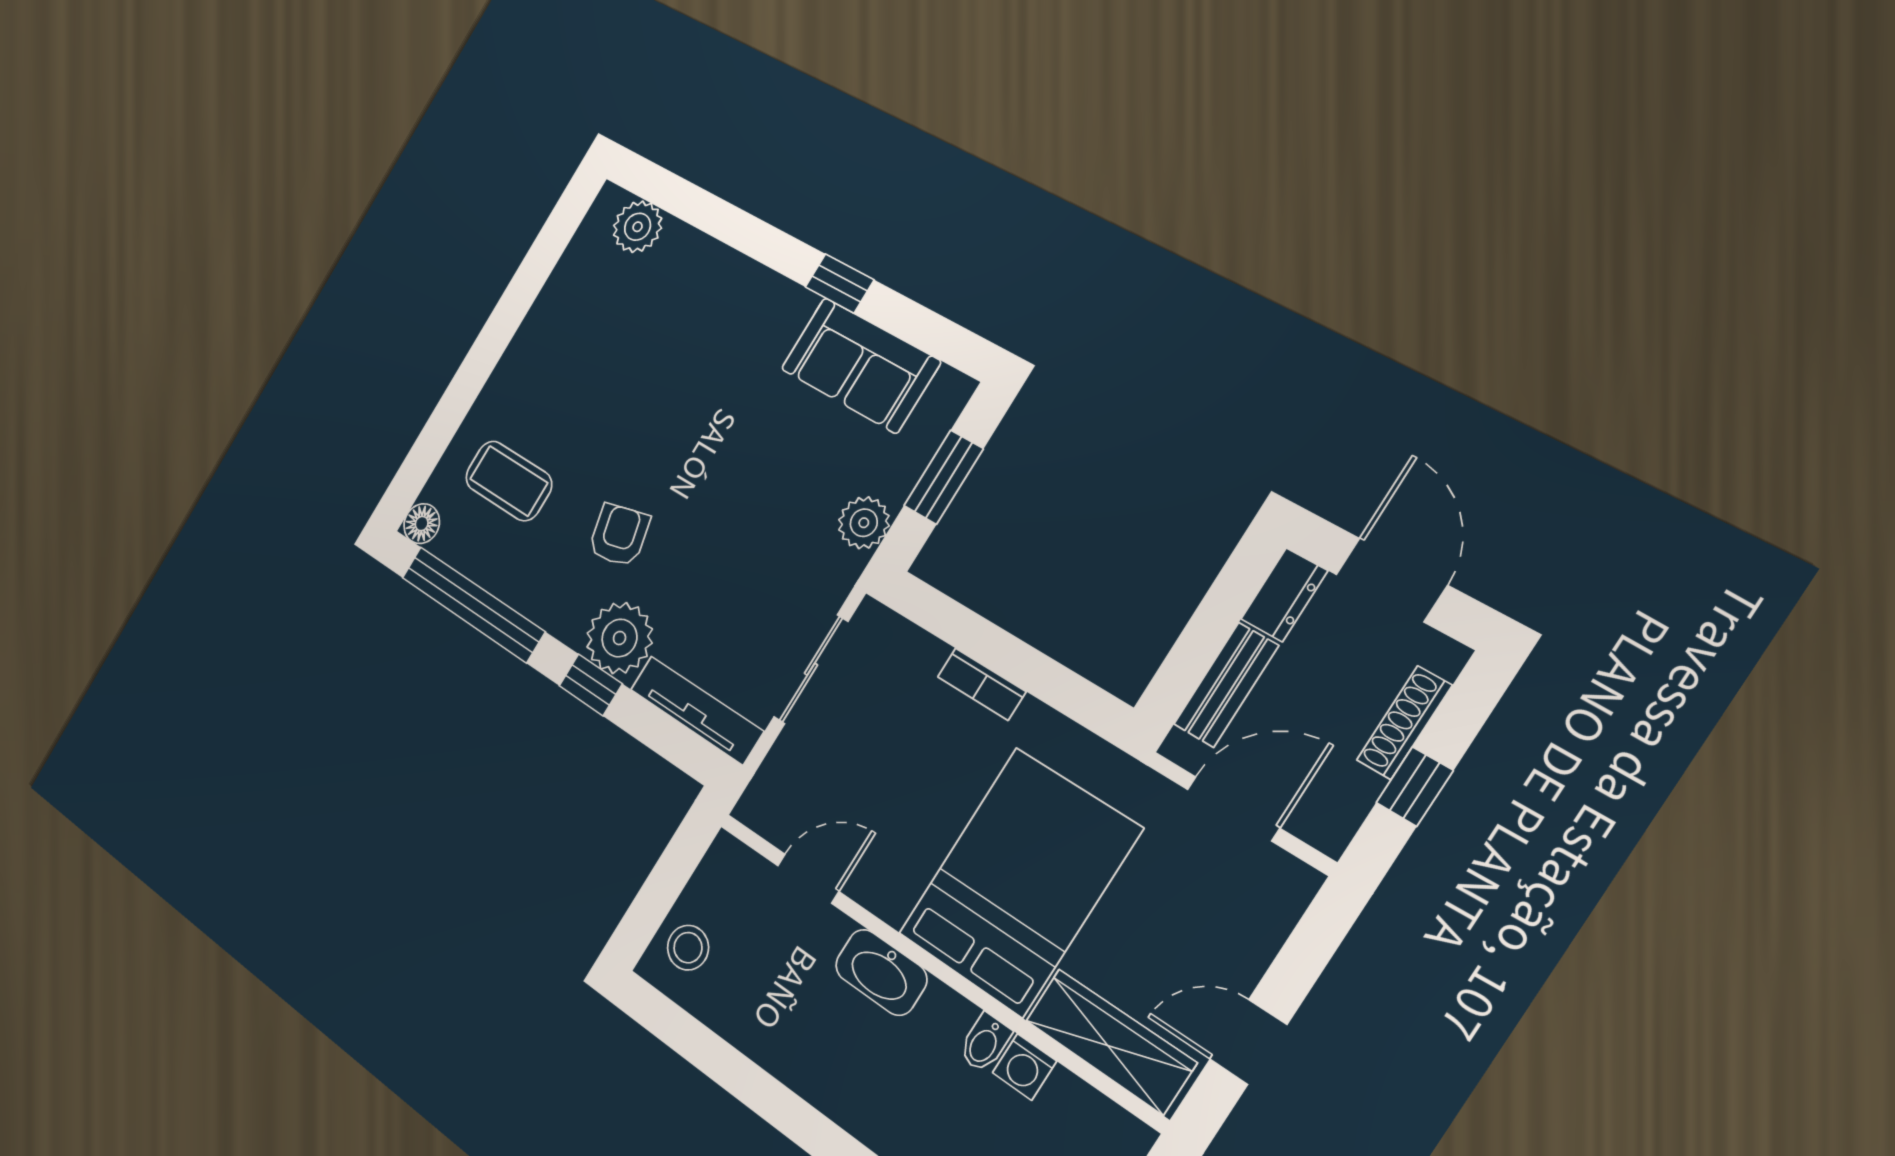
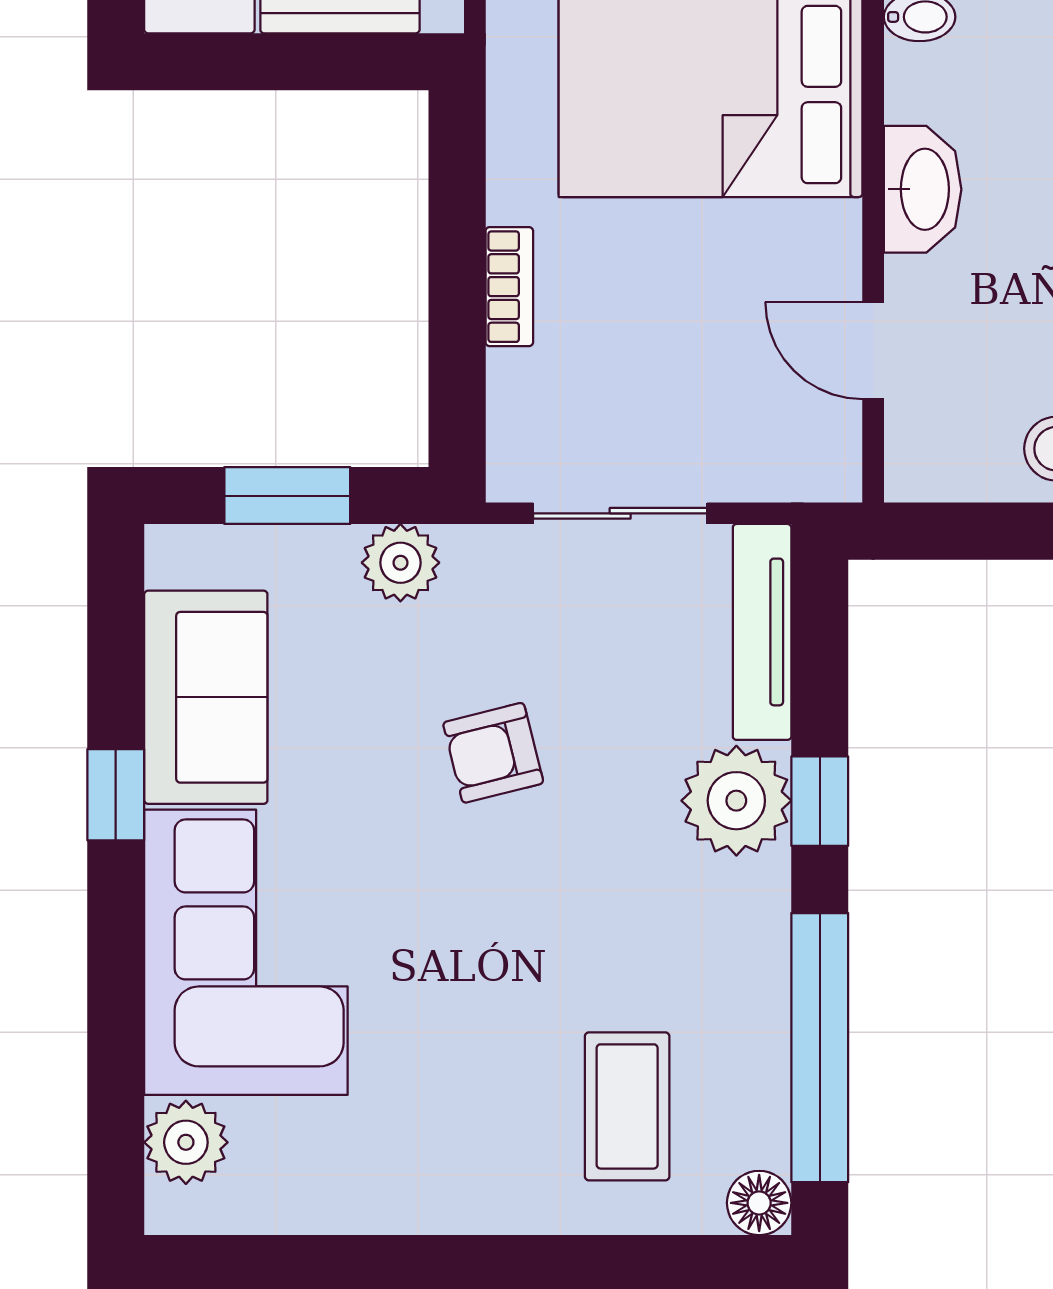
corner sofa: (712, 313) -> (246, 952), added
armchair: (619, 535) -> (493, 753), moved

